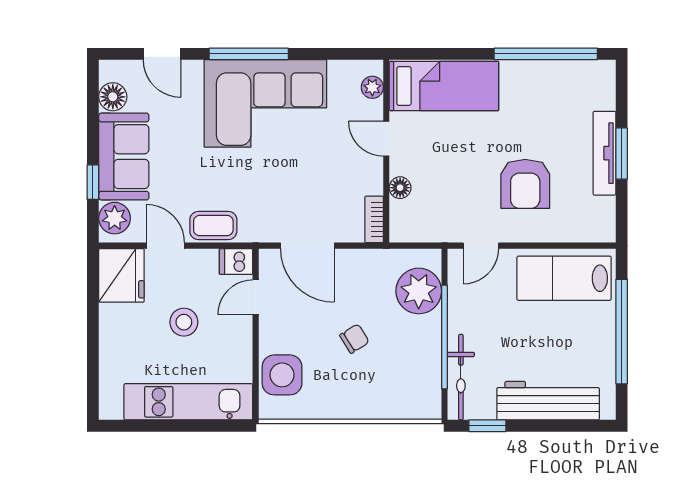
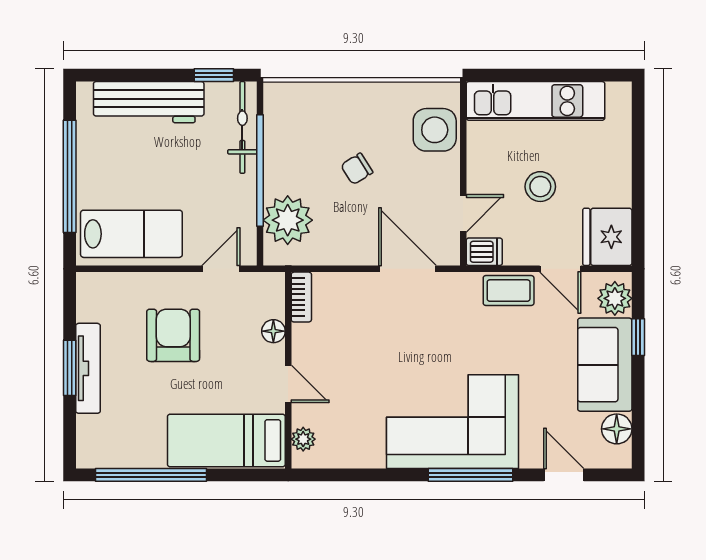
bed: (444, 86) -> (226, 440), moved
plant: (372, 87) -> (303, 439), moved
door: (386, 139) -> (288, 384), moved
wall: (386, 151) -> (288, 370), moved
floor lamp: (400, 188) -> (273, 331), moved
bookcase: (374, 219) -> (301, 297), moved

